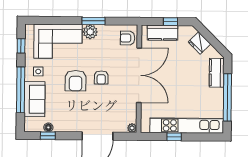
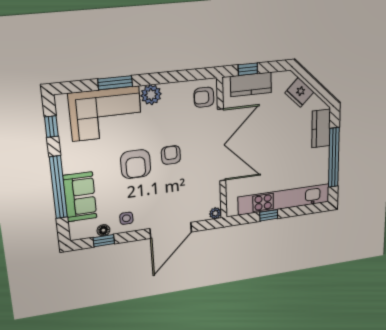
window: (93, 21) -> (115, 83), moved
window: (171, 22) -> (248, 69), moved
side table: (38, 71) -> (126, 218), moved
armchair: (101, 77) -> (171, 155), turned 180

